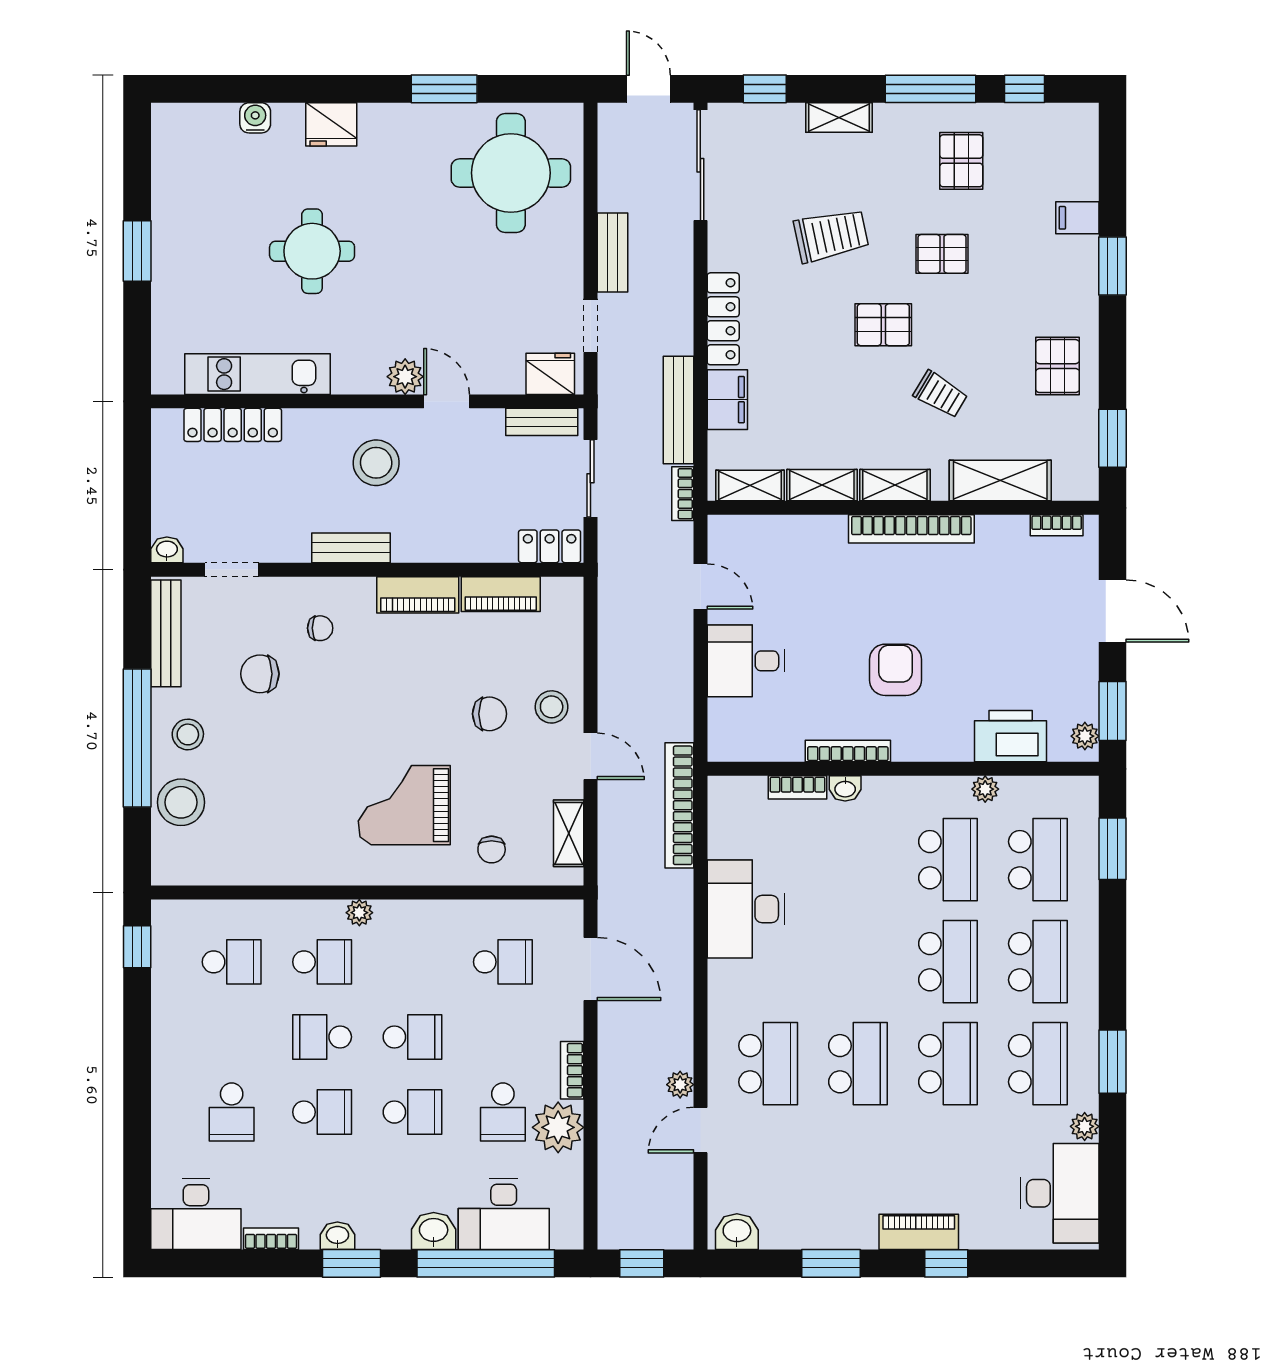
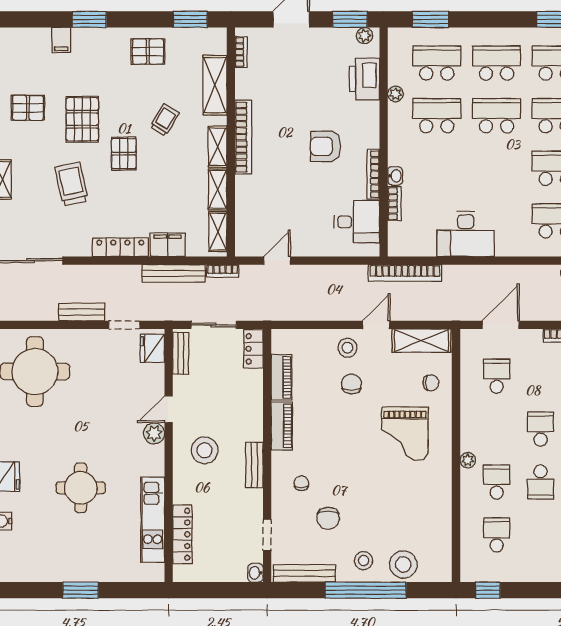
pallet: (942, 254) -> (82, 119), width x1.50, depth x1.42
desk: (746, 661) -> (357, 222), moved, turned -90
shelving: (569, 833) -> (421, 341), width x1.50, depth x1.33

